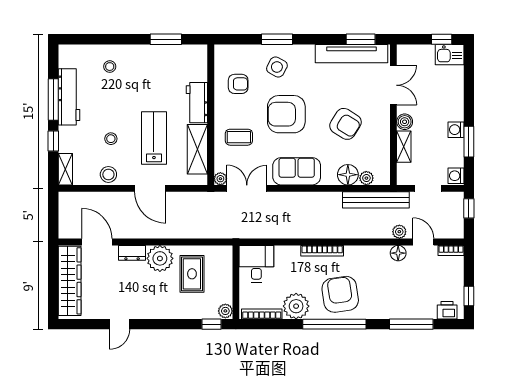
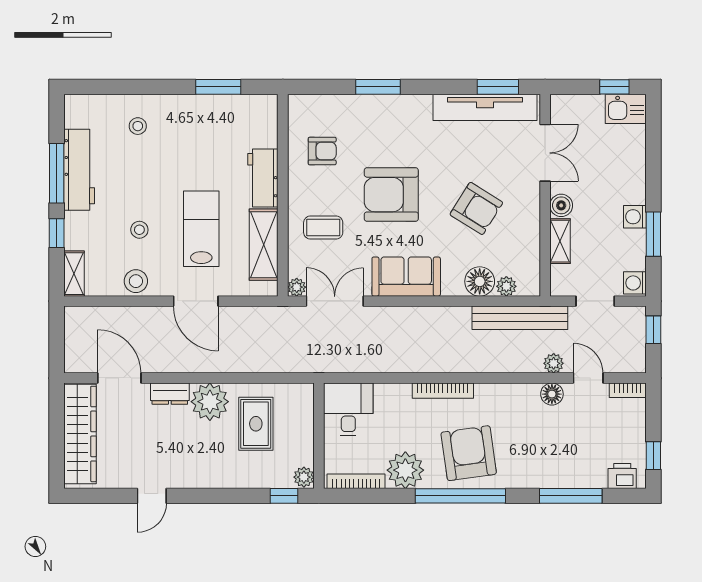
side table: (277, 67) -> (378, 127), removed

